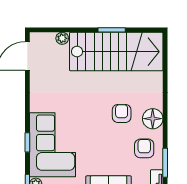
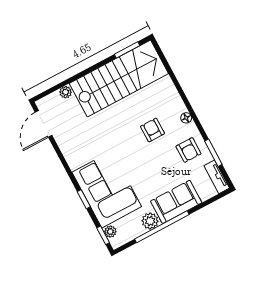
window: (112, 30) -> (127, 50), moved
floor lamp: (153, 119) -> (186, 118), width x0.53, depth x0.53
armchair: (144, 148) -> (188, 150), turned 180

